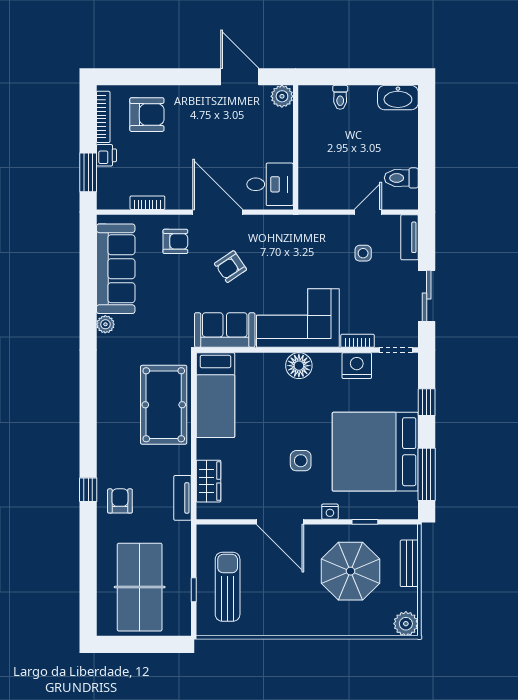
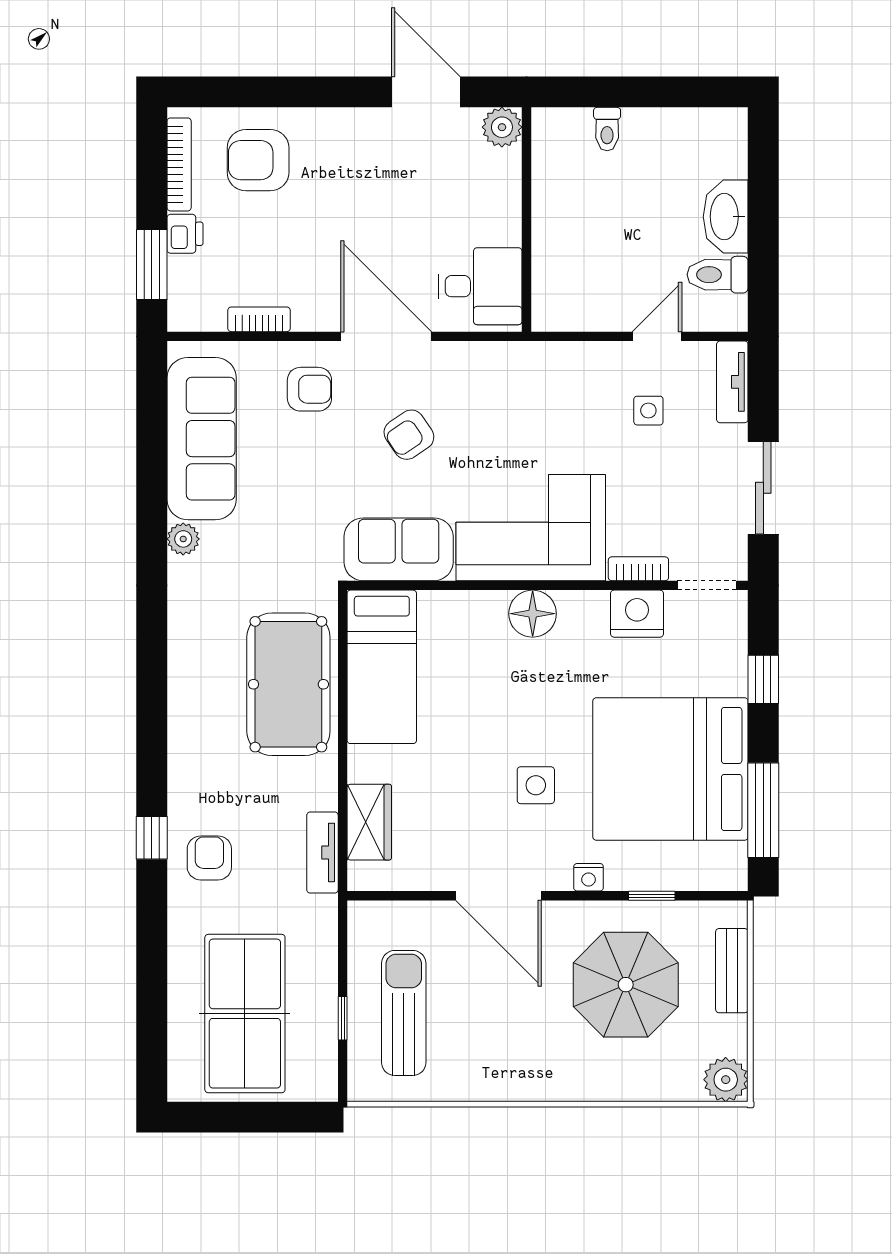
washbasin: (398, 98) -> (726, 217), moved, turned 90
armchair: (147, 115) -> (258, 160), turned 180

